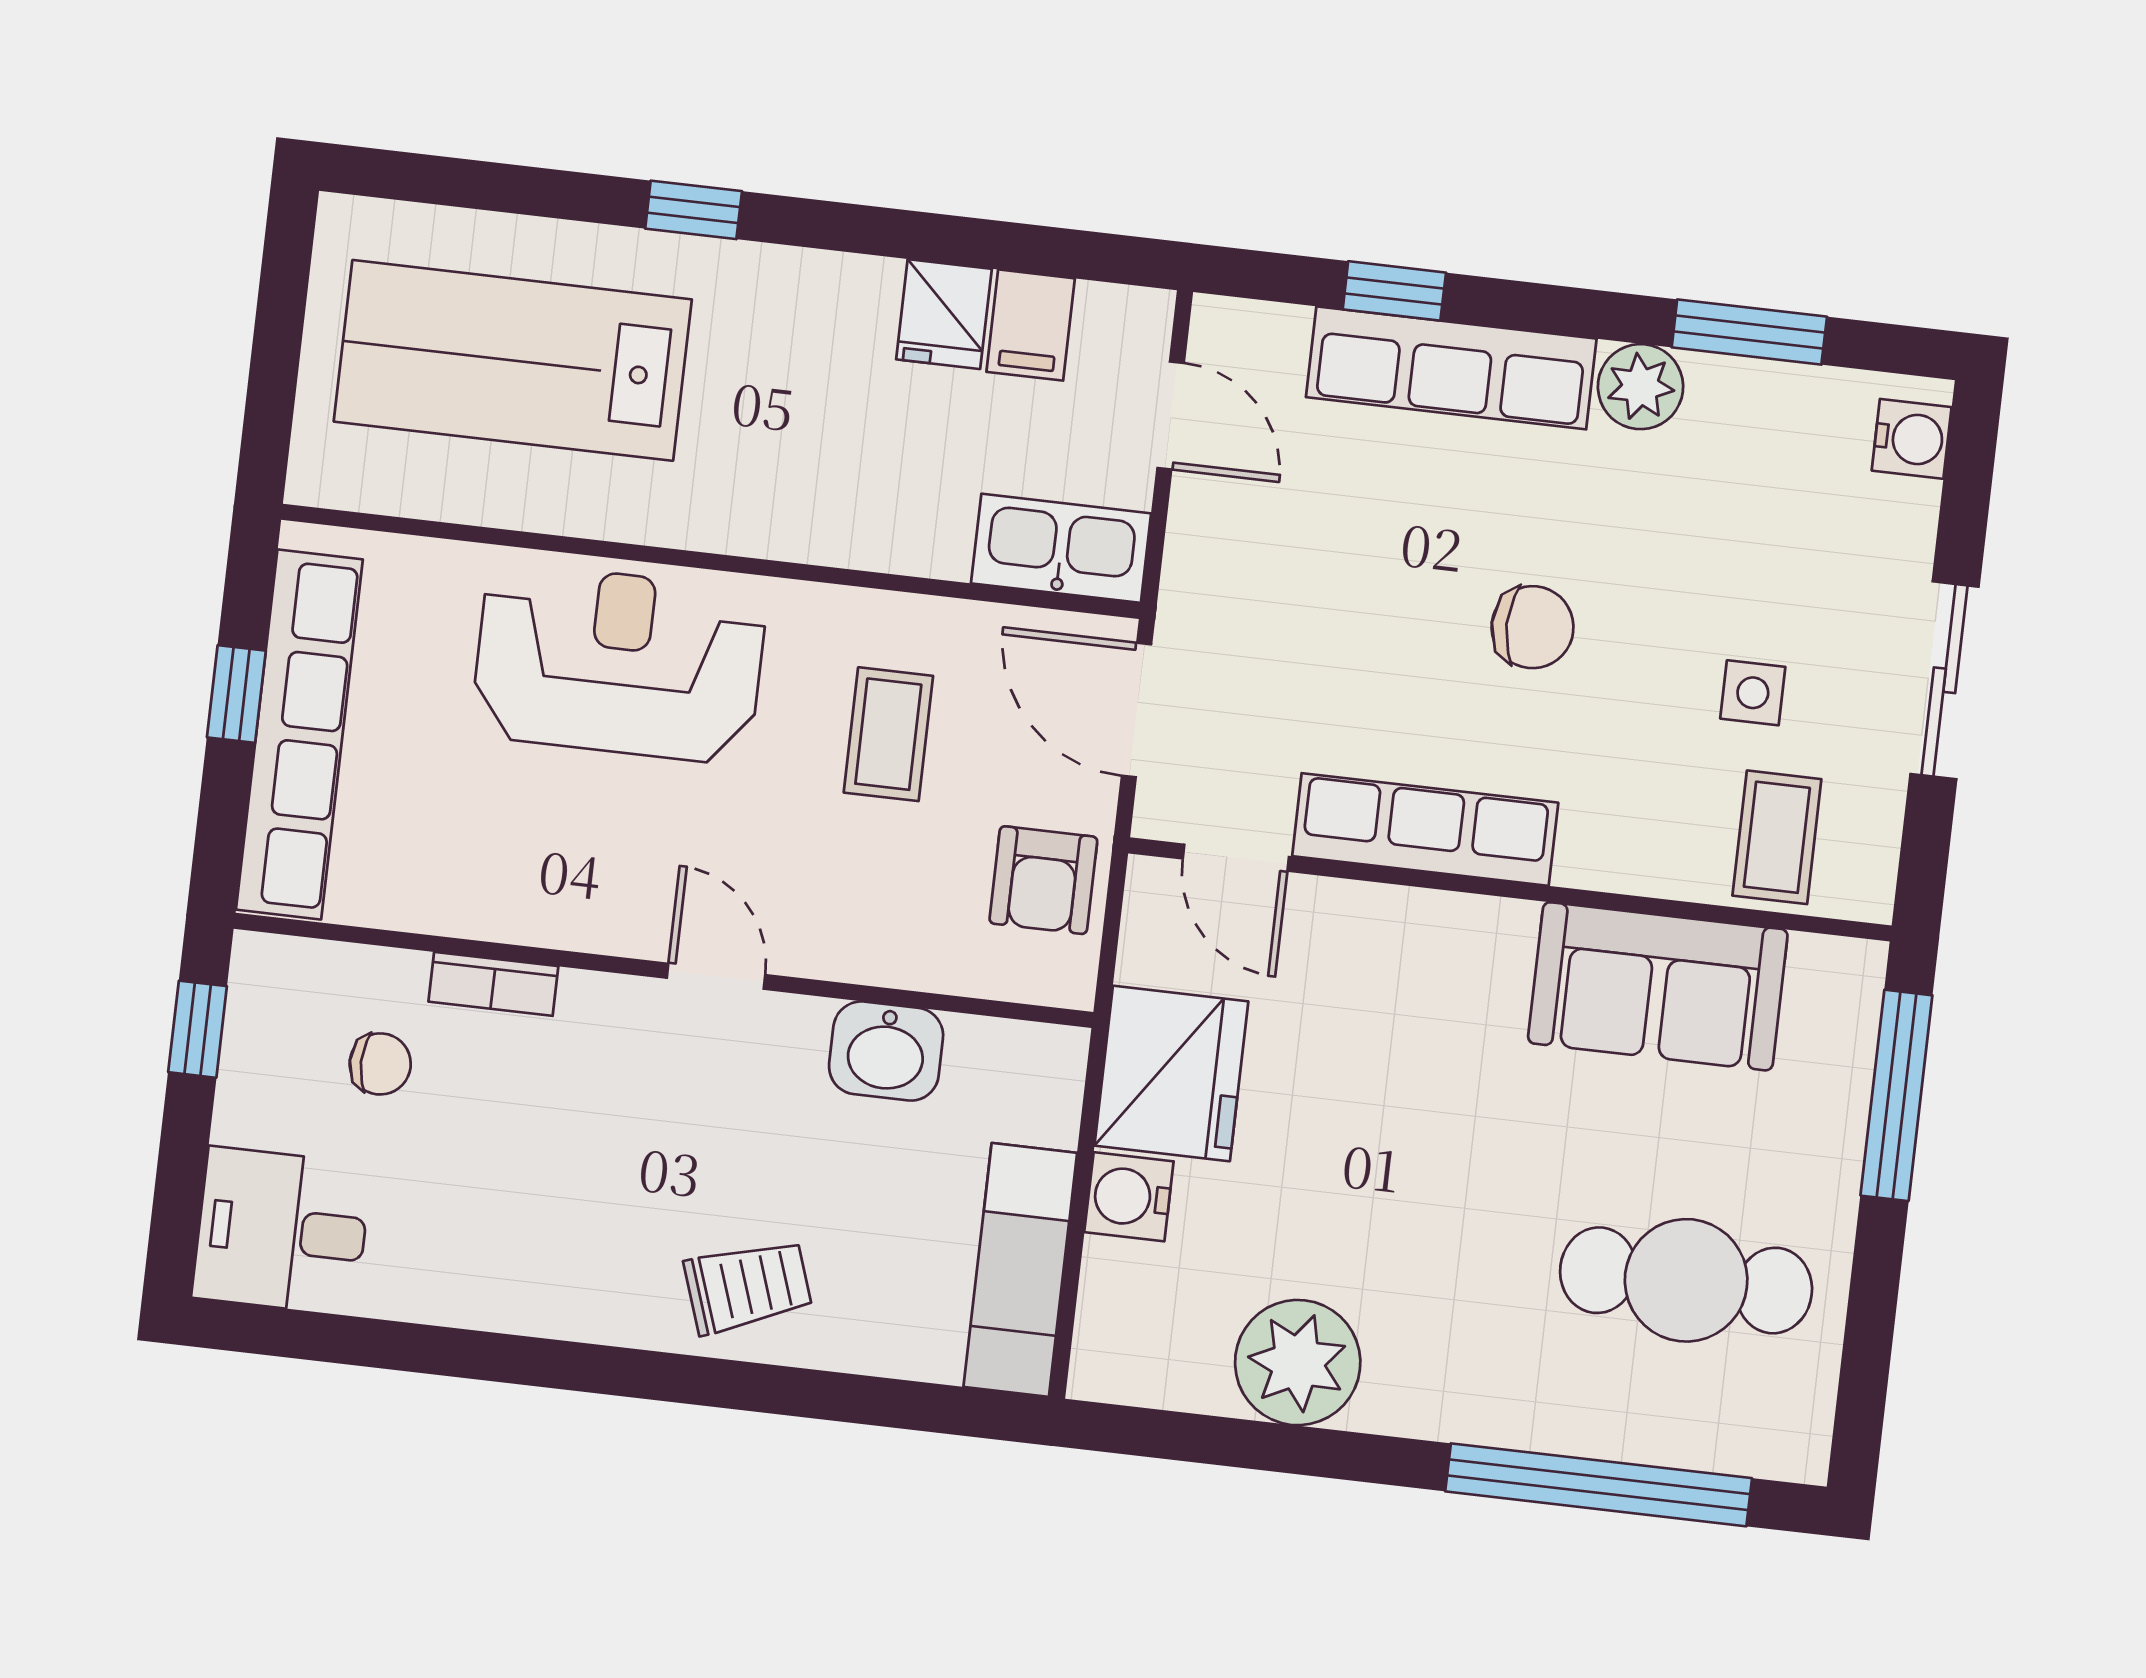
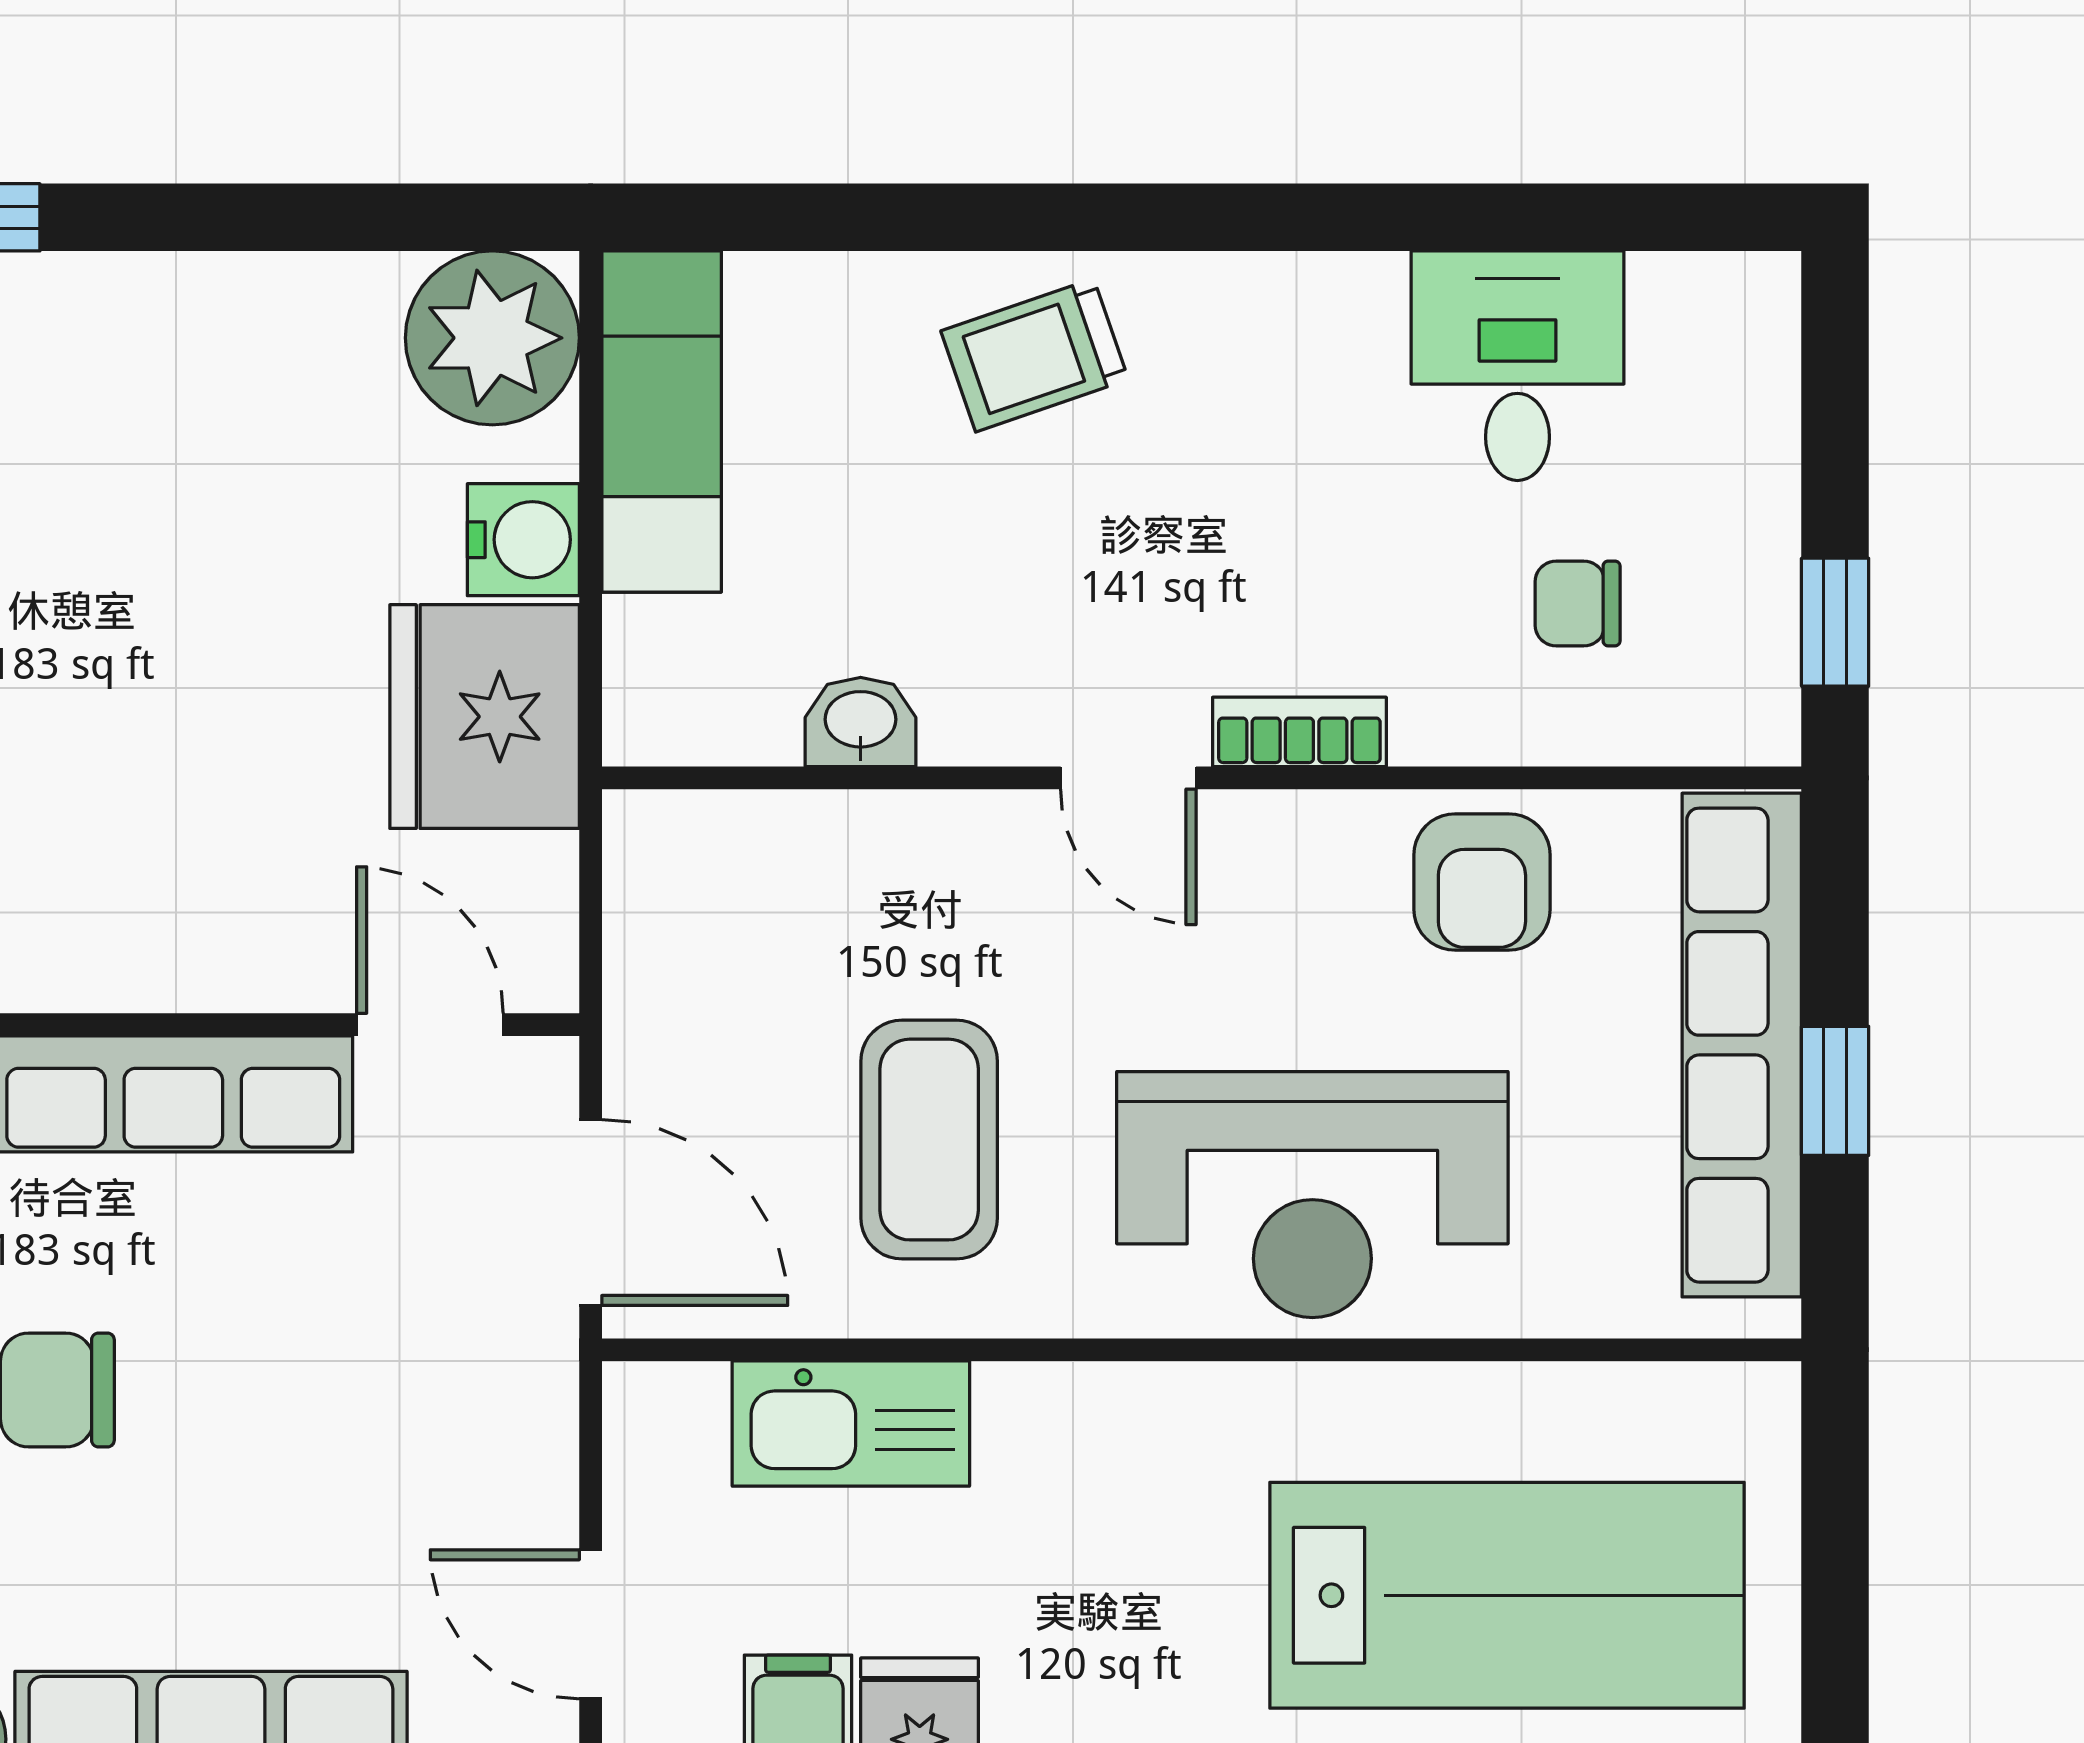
kitchen sink: (1061, 548) -> (851, 1424), moved
coffee table: (888, 734) -> (929, 1140), width x1.36, depth x1.30
armchair: (1043, 880) -> (1482, 882), moved, turned 180
bookcase: (493, 984) -> (1299, 732), moved
washbasin: (886, 1051) -> (861, 722), width x0.72, depth x0.69
desk: (282, 1231) -> (1517, 366), moved, turned -90
plant: (1298, 1363) -> (492, 338), moved

